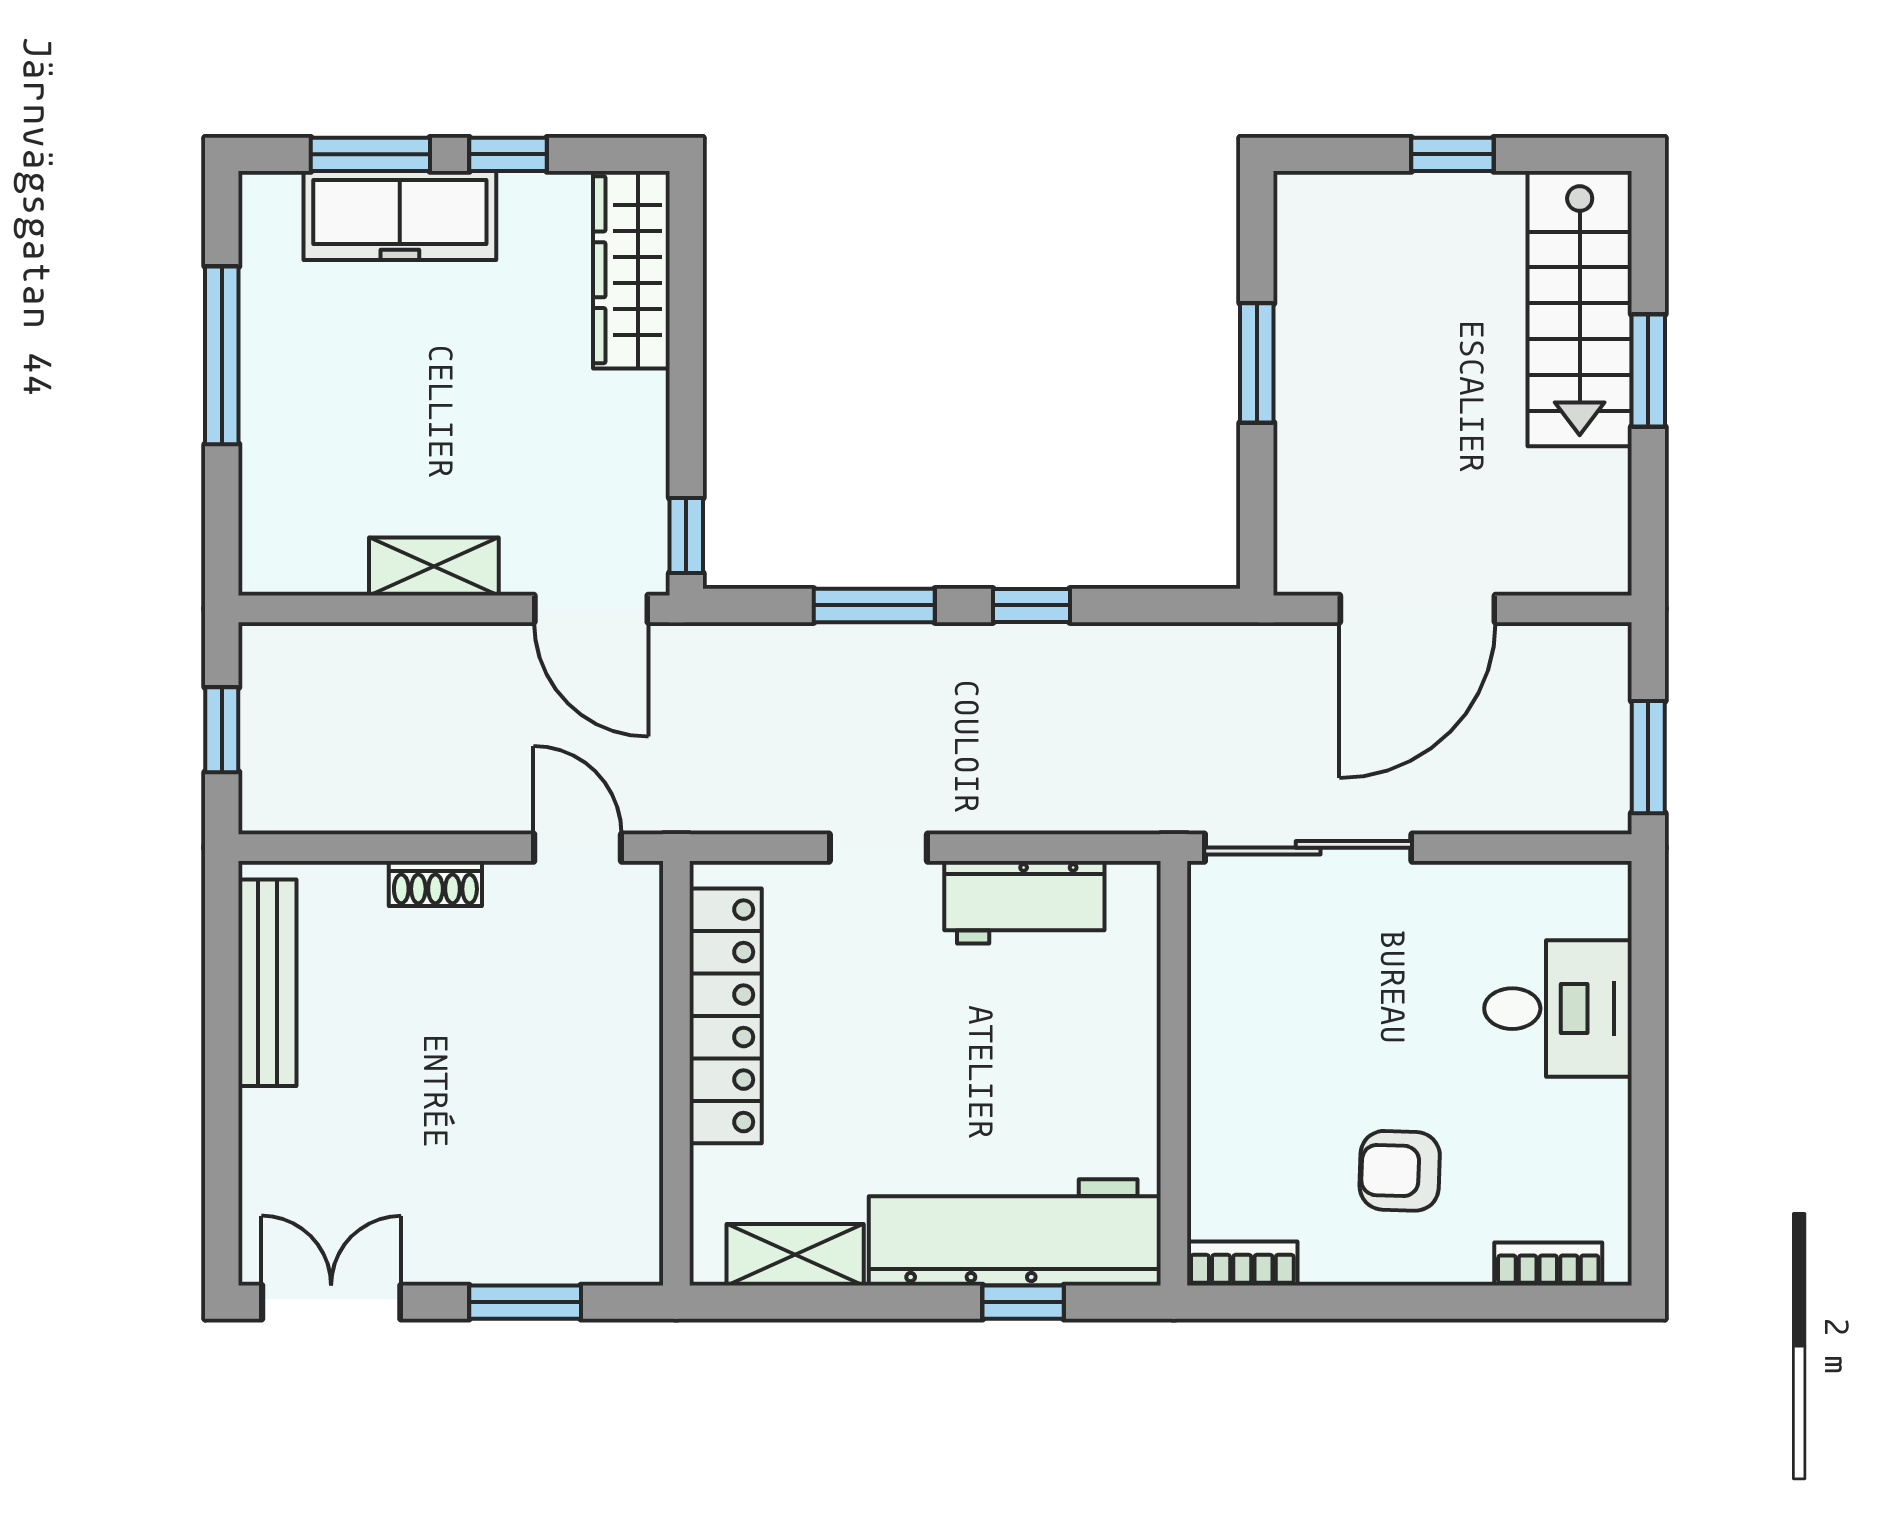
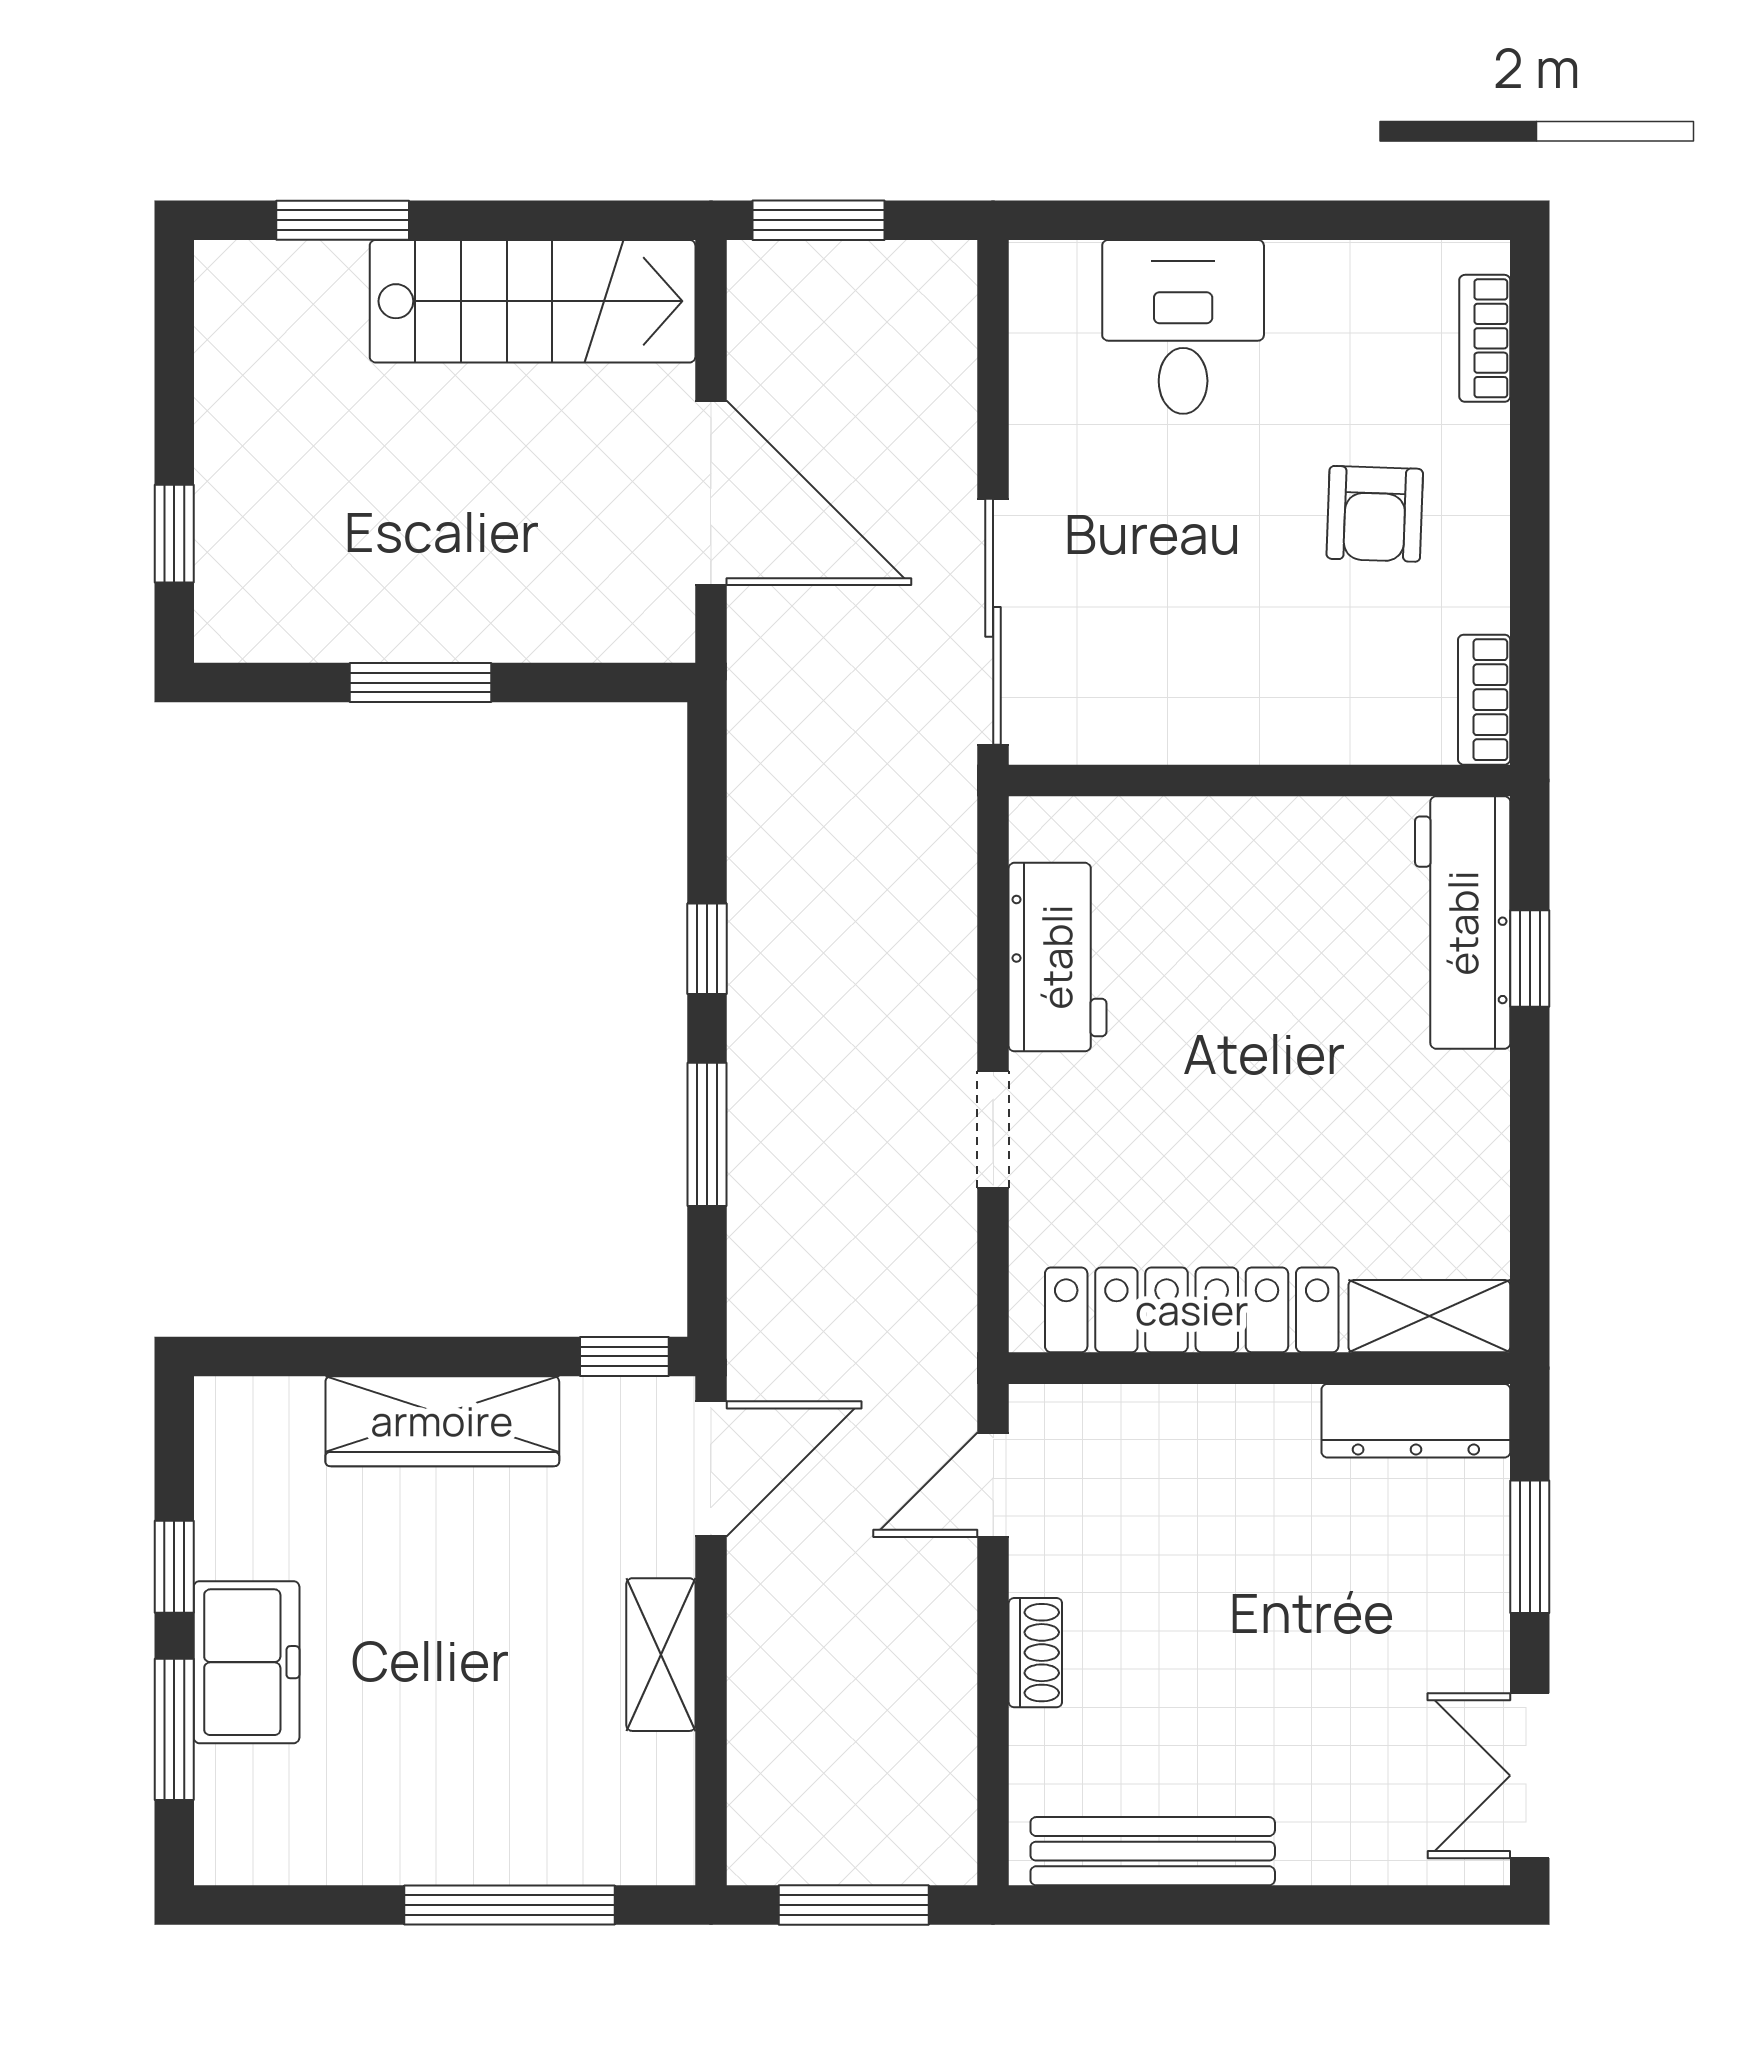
window: (1452, 154) -> (174, 534), moved
freezer: (400, 216) -> (247, 1662), width x0.71
wardrobe: (631, 270) -> (442, 1421), moved
stairs: (1580, 309) -> (533, 301), moved
window: (222, 355) -> (509, 1905), moved
window: (1648, 371) -> (343, 220), moved
window: (222, 730) -> (854, 1905), width x1.50
window: (1648, 757) -> (819, 220), moved
dresser: (632, 1206) -> (1416, 1421), added
workbench: (1015, 1232) -> (1463, 923), width x0.73, depth x0.76
shelving: (795, 1255) -> (1429, 1316), moved, turned 90

